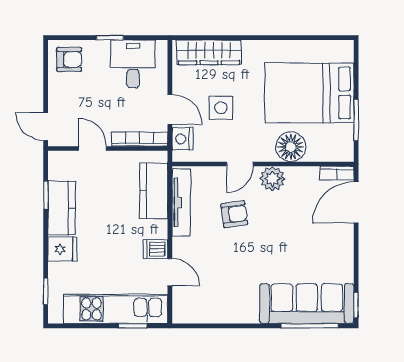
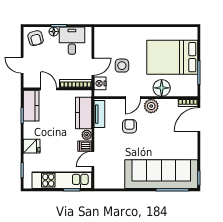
floor lamp: (101, 48) -> (54, 32), added
wardrobe: (209, 52) -> (115, 34), removed
armchair: (69, 60) -> (36, 38), turned 75
door: (170, 109) -> (93, 67), hinge flipped
door: (46, 127) -> (22, 65), moved
tv unit: (181, 203) -> (99, 114), width x0.71
kitchen counter: (62, 208) -> (31, 106), moved
armchair: (234, 214) -> (130, 126), turned -82
plant: (159, 229) -> (87, 135), added
door: (170, 272) -> (93, 159), swing flipped
sofa: (307, 304) -> (161, 174), width x1.36, depth x1.27

